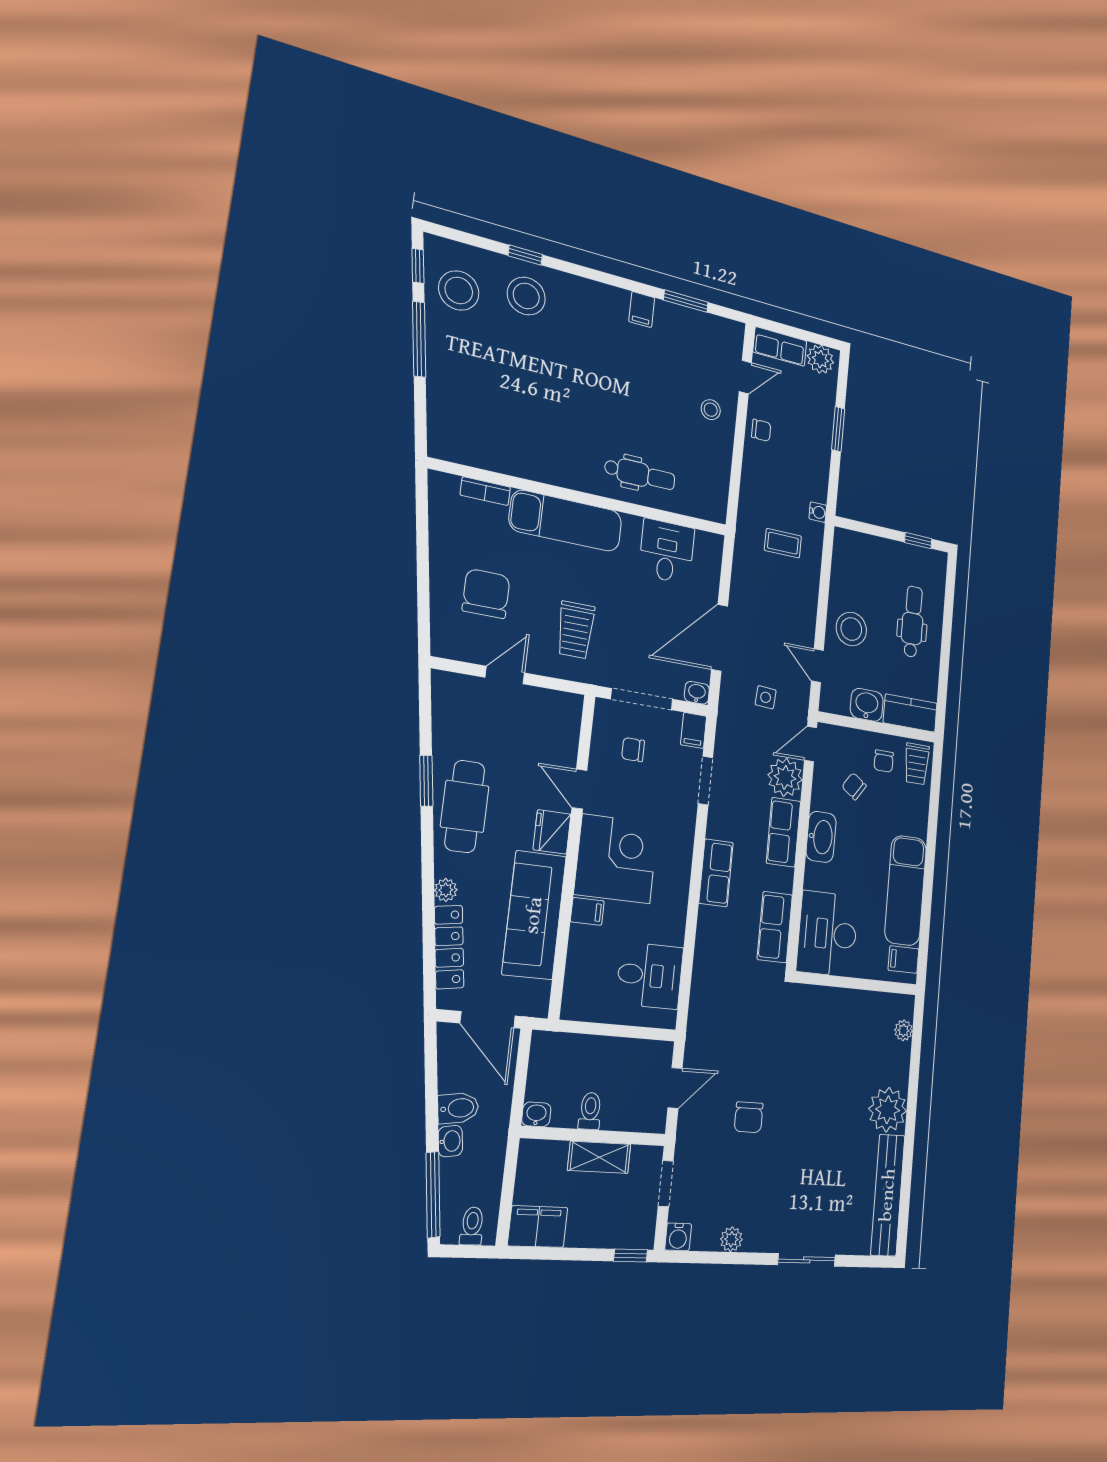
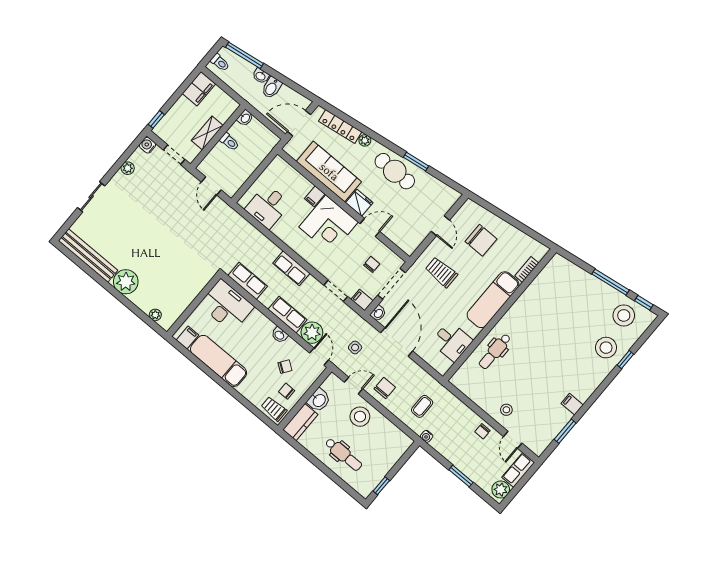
washbasin: (821, 837) -> (280, 335), width x0.52, depth x0.69
chair: (749, 1117) -> (385, 388), moved, turned 90

